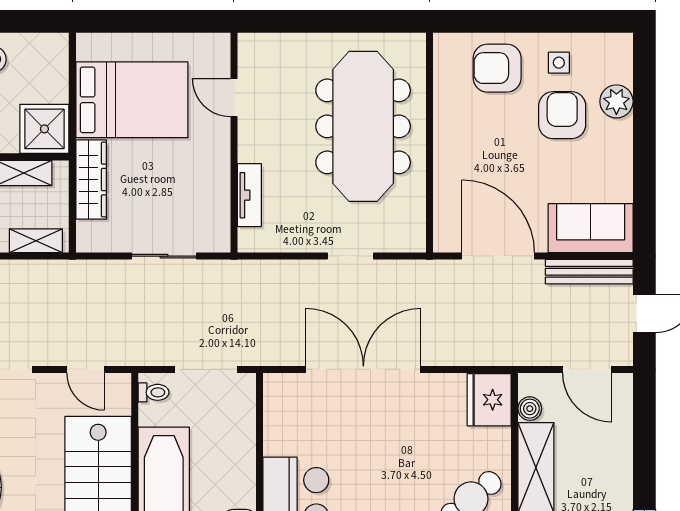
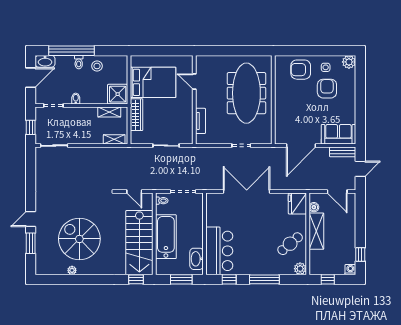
plant: (616, 101) -> (349, 62), moved
door: (498, 256) -> (301, 146), swing flipped
bench: (589, 272) -> (343, 152), width x0.73

